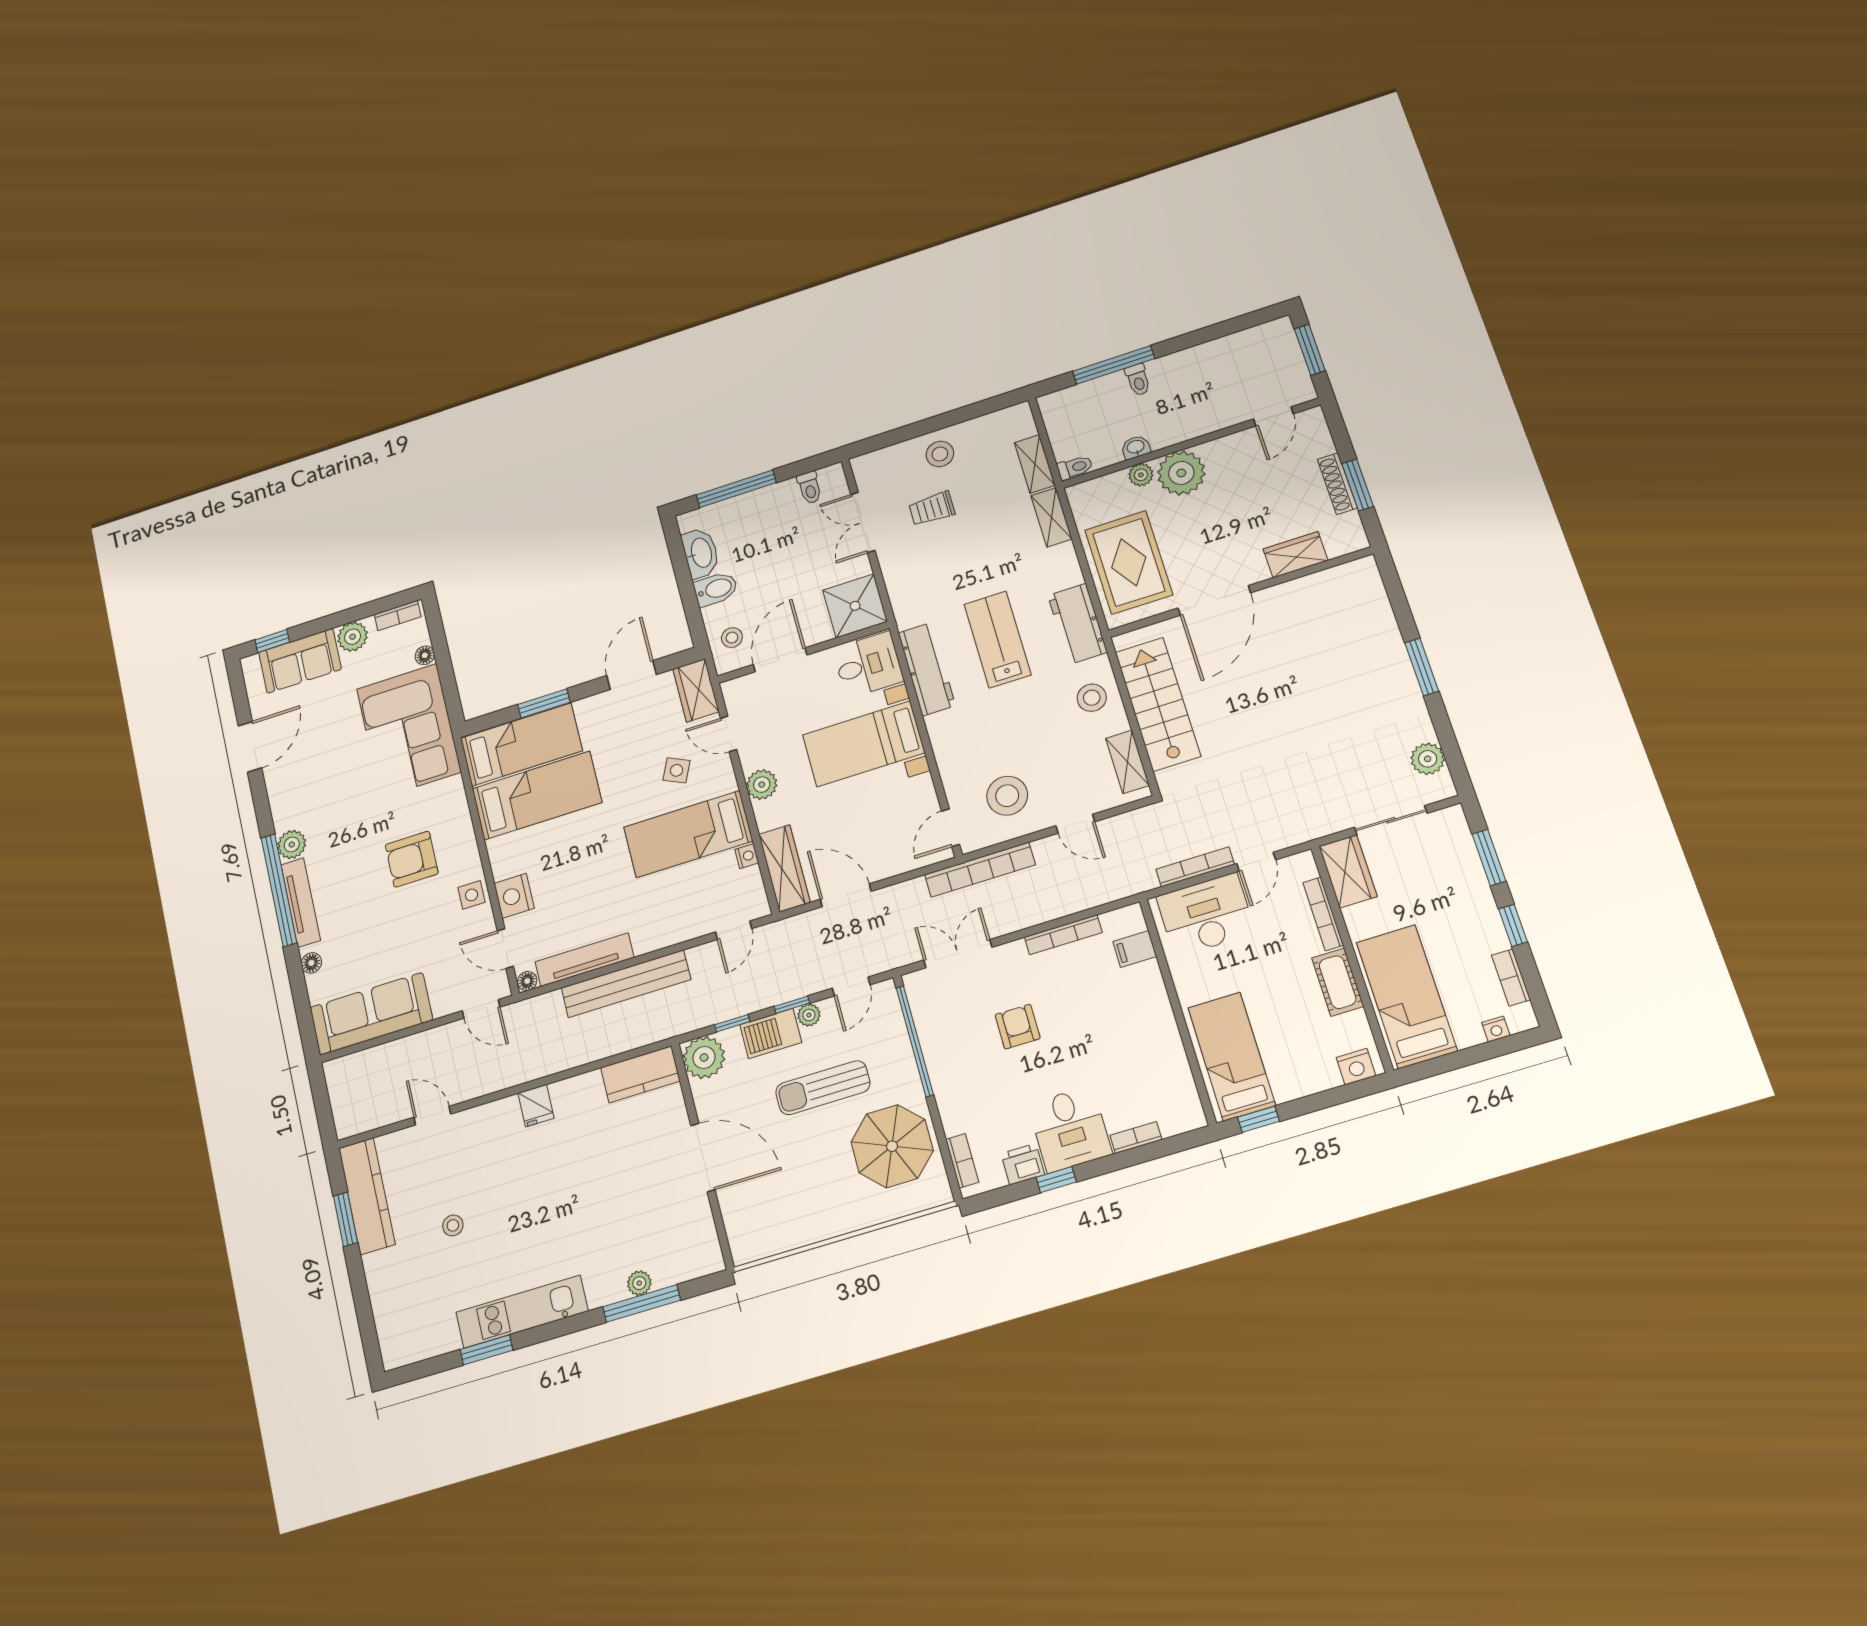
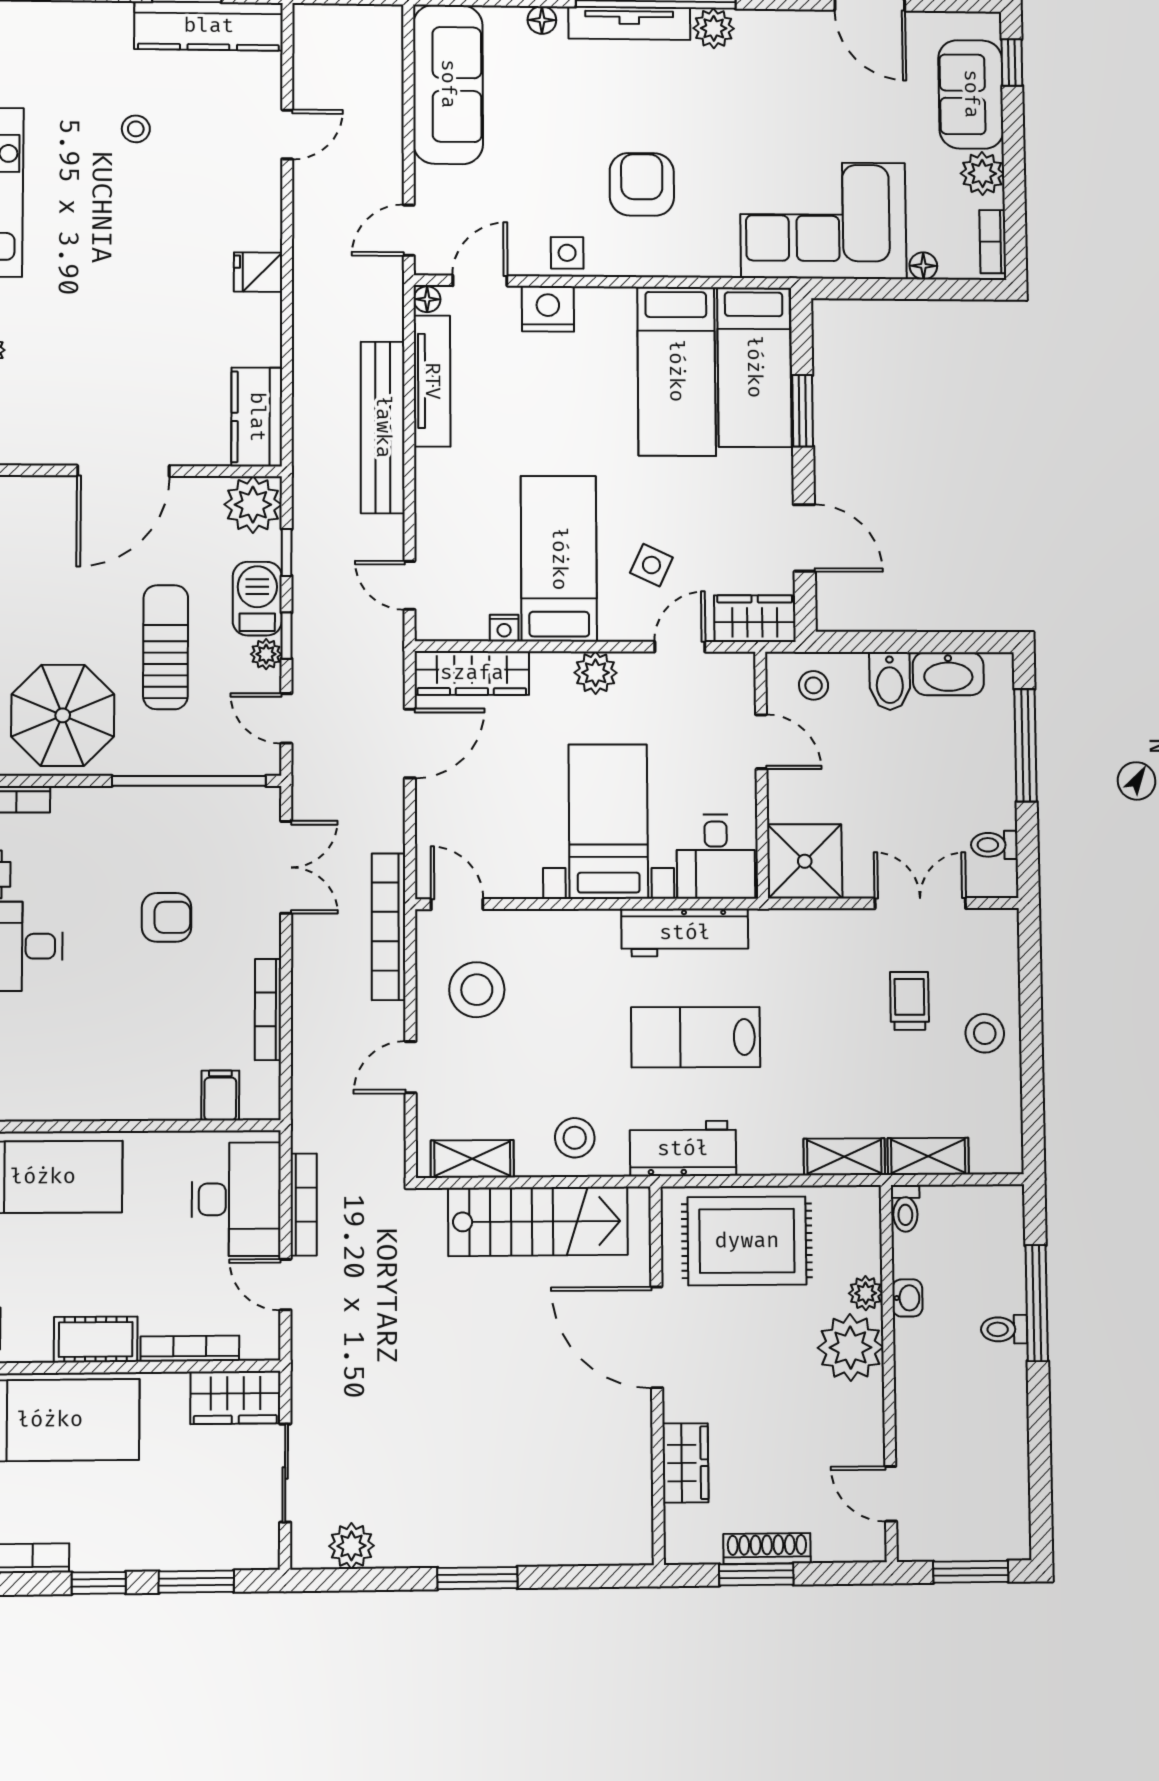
lab bench: (998, 639) -> (696, 1037), turned 180
door: (780, 660) -> (761, 742), width x0.73

